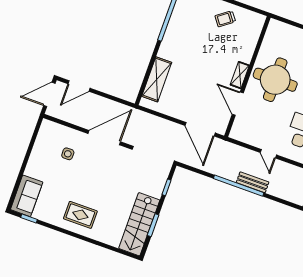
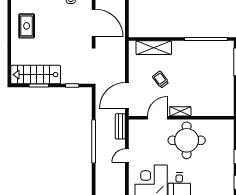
trolley: (225, 19) -> (161, 79), moved
bench: (253, 182) -> (120, 126), moved

